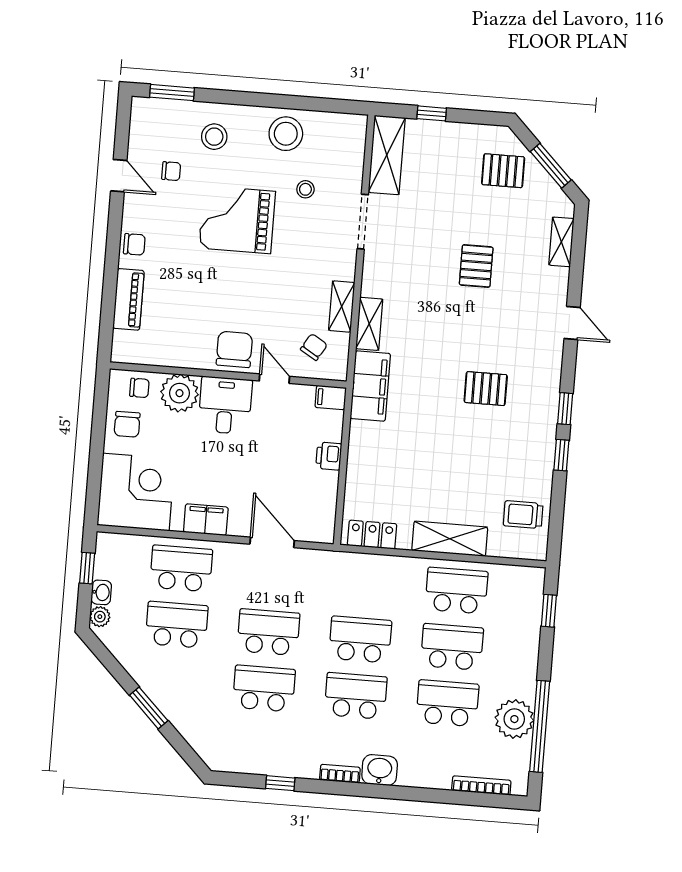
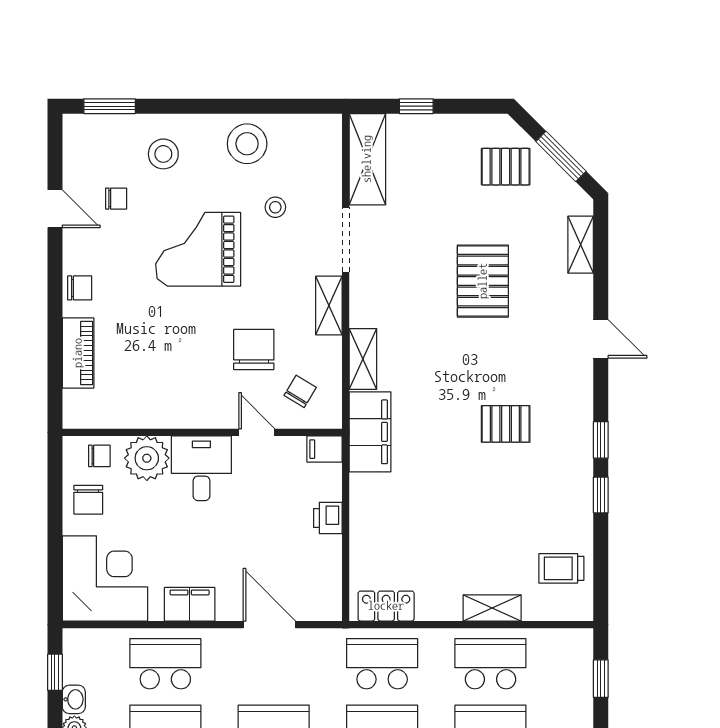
pallet: (476, 266) -> (483, 281), width x1.50, depth x1.42
shelving: (342, 306) -> (329, 306), moved
chair: (234, 349) -> (254, 349), moved
shelving: (450, 539) -> (492, 608), width x0.67, depth x0.75
school desk: (365, 583) -> (382, 664), added

